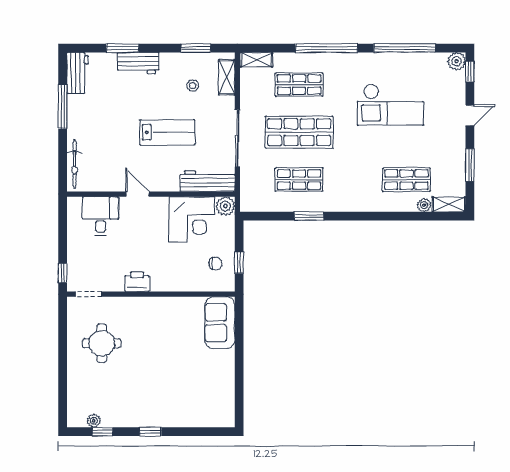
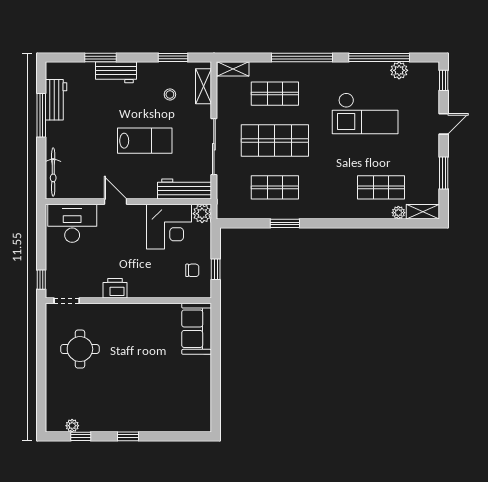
plant: (457, 61) -> (399, 70), moved
workbench: (77, 73) -> (56, 100), moved
desk: (100, 216) -> (72, 223), width x1.37

